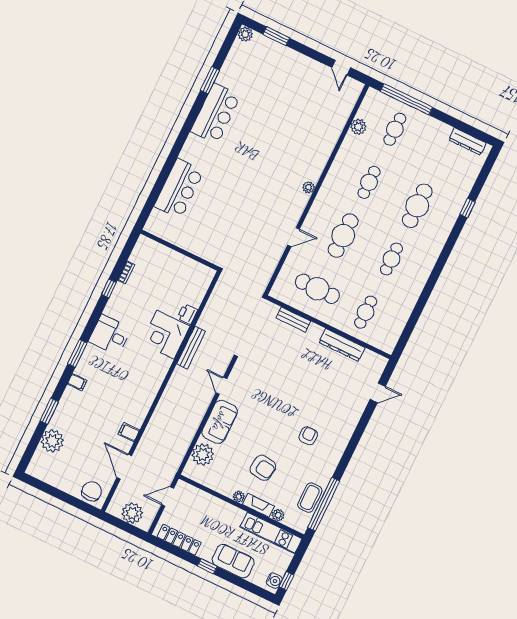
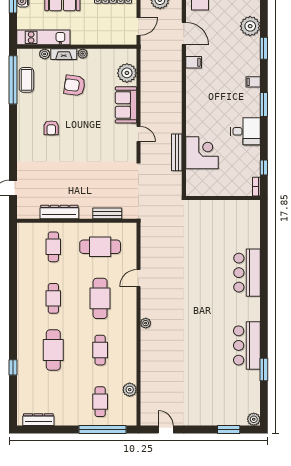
wall: (180, 250) -> (223, 198), moved
printer: (187, 314) -> (192, 177), removed

